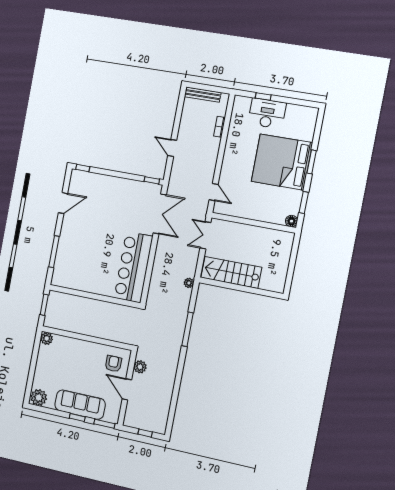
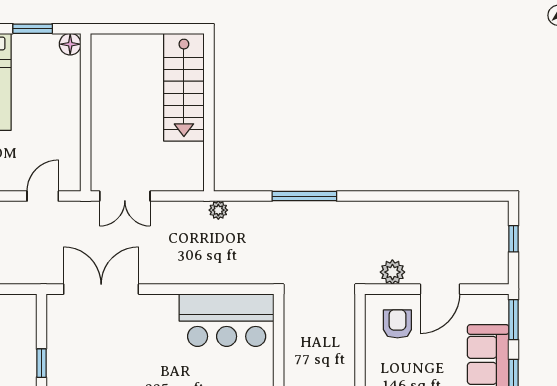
window: (152, 180) -> (41, 363), moved
bar counter: (133, 267) -> (227, 320), width x0.73
stairs: (231, 272) -> (184, 87), moved
armchair: (113, 364) -> (397, 324), turned 90

